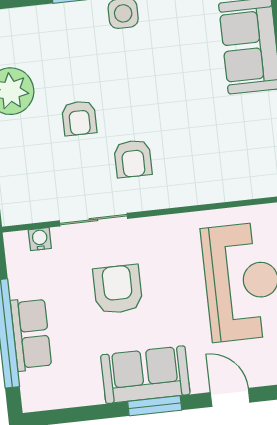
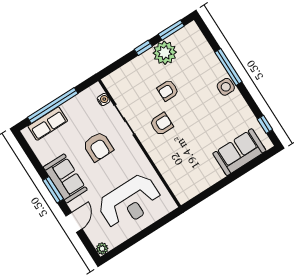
armchair: (133, 159) -> (161, 124), turned 180
armchair: (118, 289) -> (98, 147), turned 90
row of seats: (31, 334) -> (48, 124), moved

